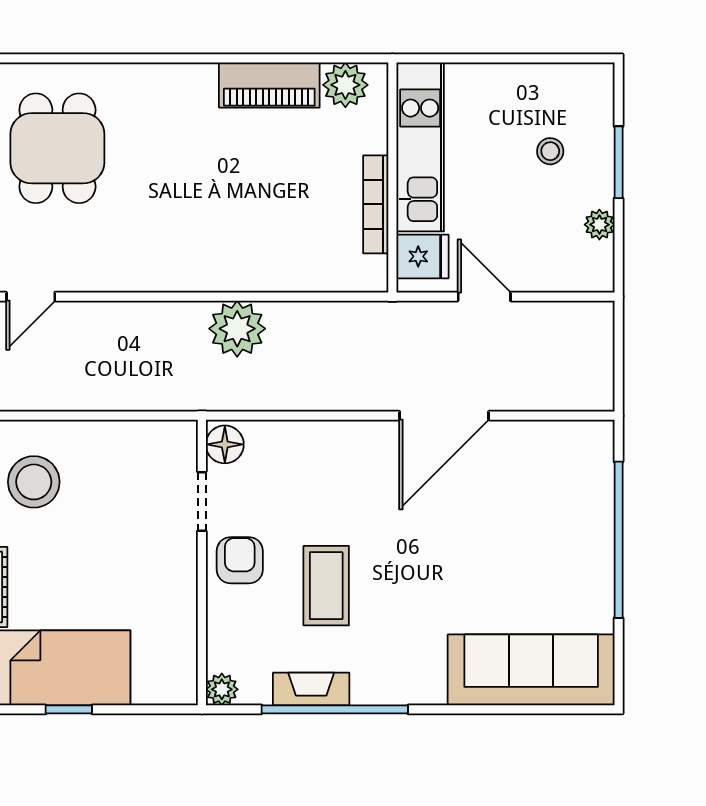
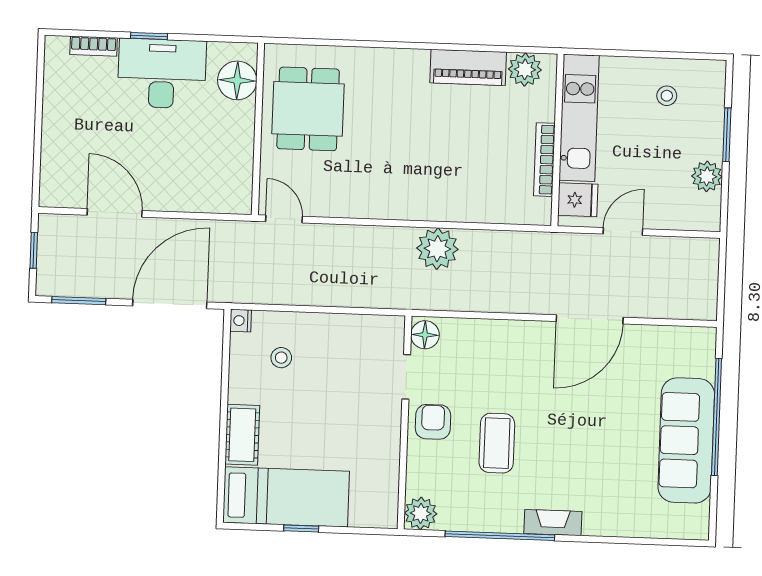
stool: (550, 151) -> (667, 96), moved
plant: (599, 225) -> (707, 176), width x1.38, depth x1.38
door: (31, 297) -> (284, 219), swing flipped
door: (484, 297) -> (623, 231), hinge flipped
stool: (34, 482) -> (281, 358), width x0.53, depth x0.53
sofa: (531, 670) -> (686, 440), moved, turned -90
plant: (222, 689) -> (421, 513), width x1.38, depth x1.38
fireplace: (311, 689) -> (553, 523), moved

